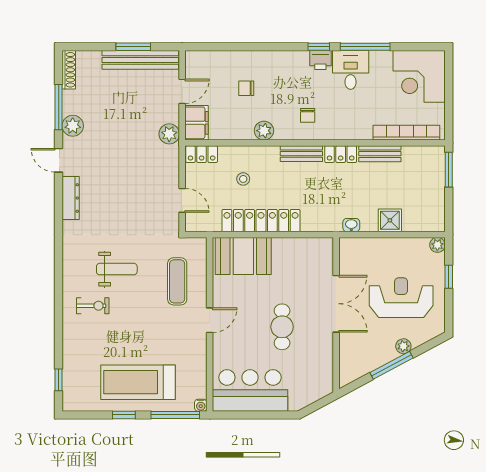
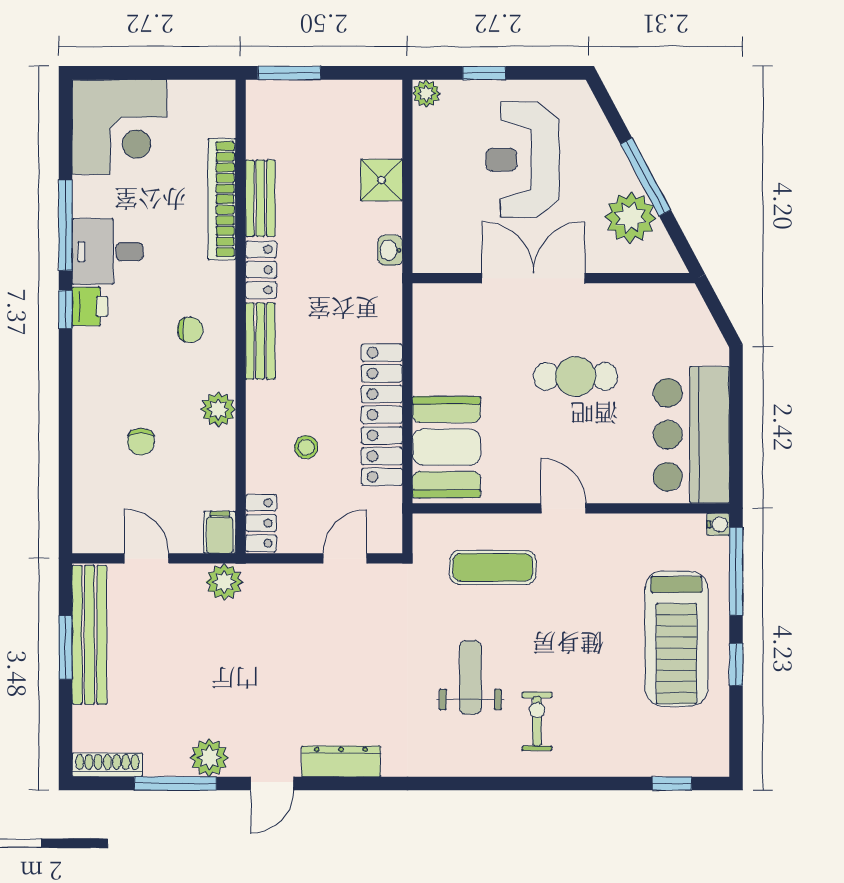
filing cabinet: (196, 123) -> (220, 532), width x0.50
bookcase: (406, 133) -> (222, 199), moved
plant: (403, 346) -> (630, 217), moved, width x1.88, depth x1.88

